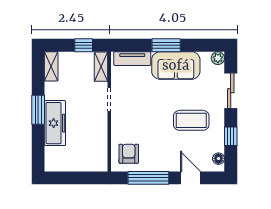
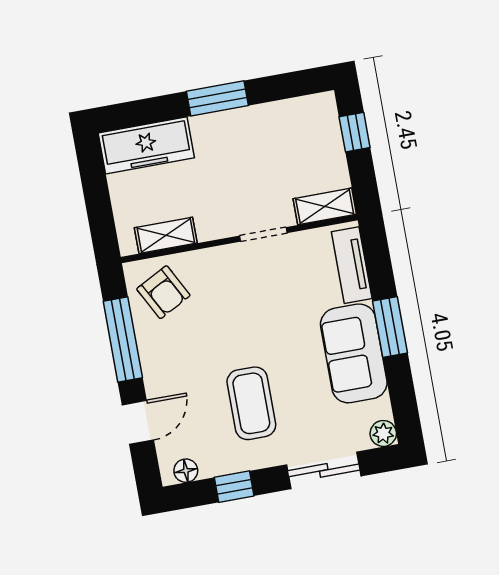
window: (84, 45) -> (355, 132), moved
shelving: (51, 66) -> (166, 235), moved
freezer: (55, 123) -> (146, 145), moved
armchair: (129, 154) -> (163, 292), turned 62

